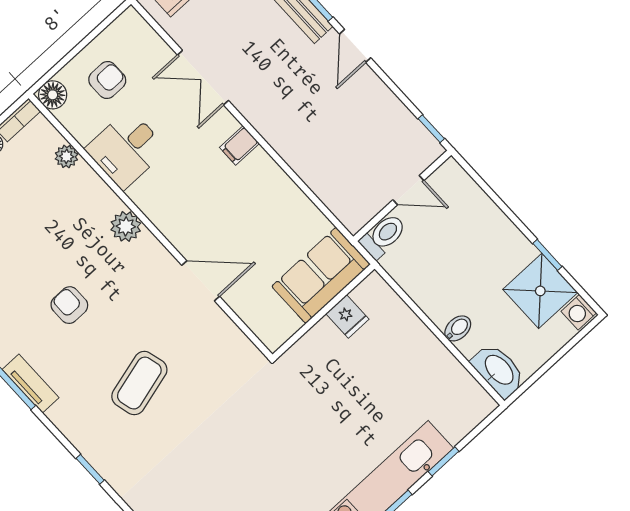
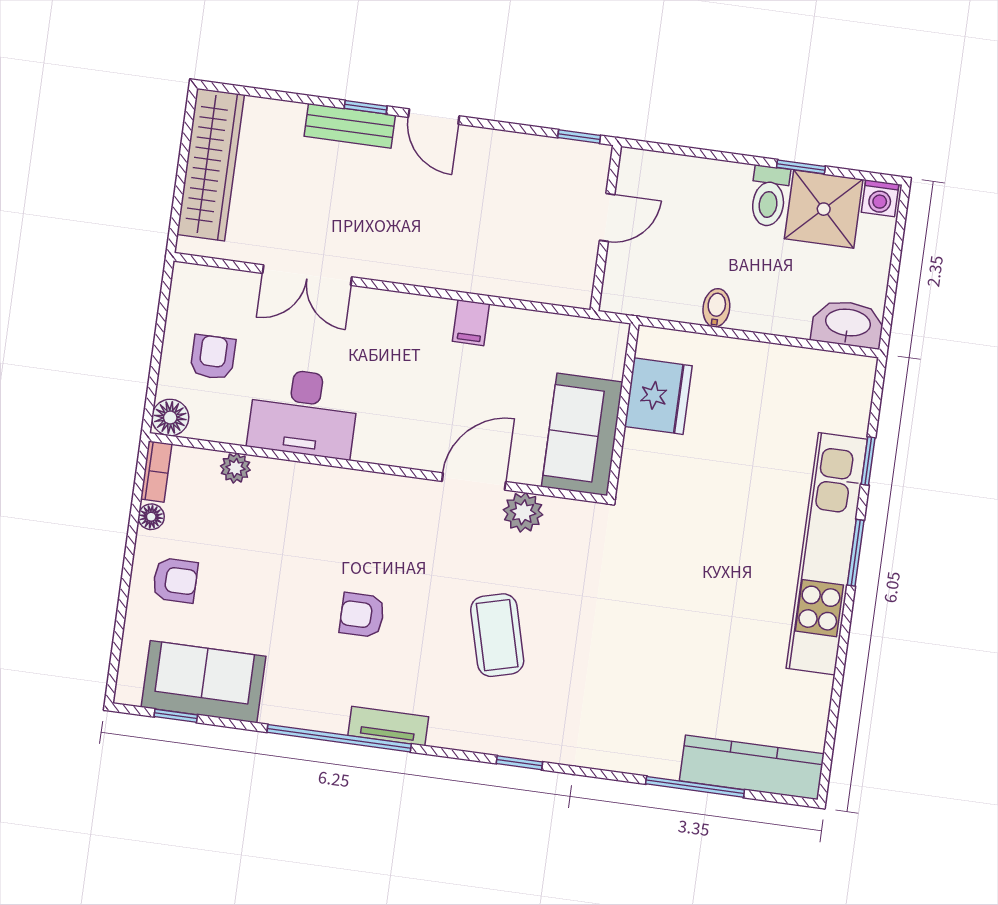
filing cabinet: (239, 145) -> (471, 323), moved
desk: (126, 149) -> (303, 413), width x1.37
plant: (126, 226) -> (523, 512), moved
toilet: (383, 236) -> (769, 196), moved, turned 180
sofa: (321, 275) -> (582, 434), moved
fridge: (347, 316) -> (658, 396), width x1.88, depth x1.34
bidet: (458, 328) -> (716, 308), moved

